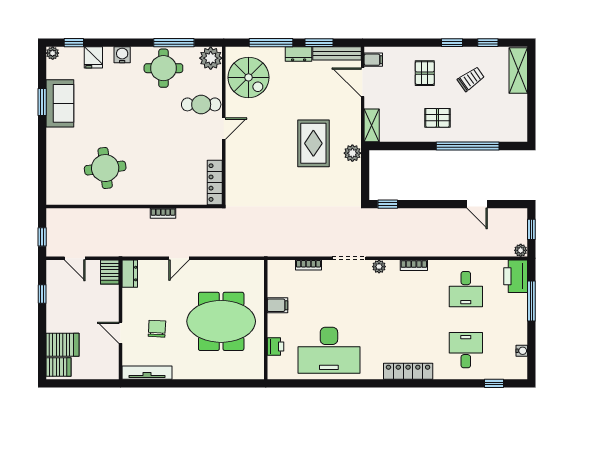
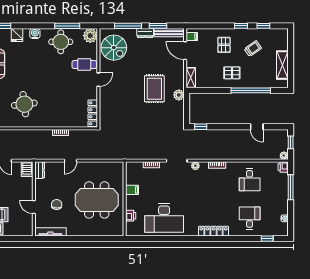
shelving: (518, 71) -> (282, 65), moved
printer: (516, 276) -> (283, 167), width x0.53, depth x0.68

